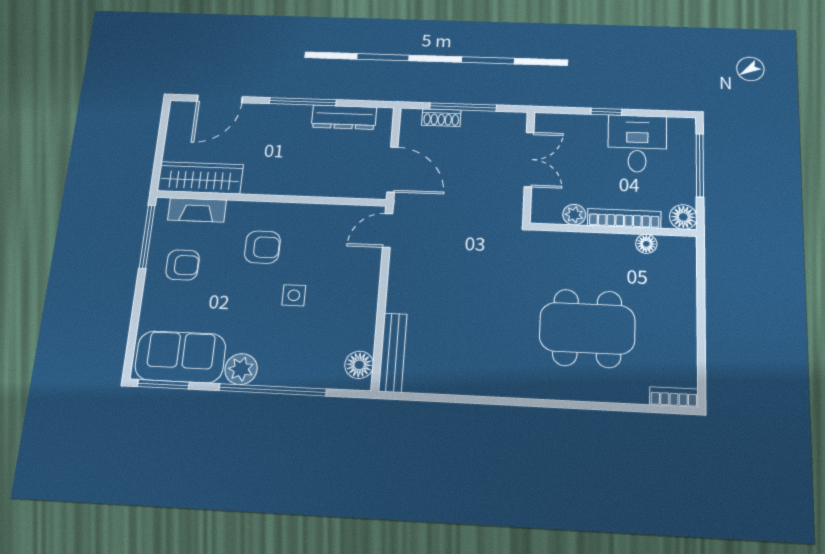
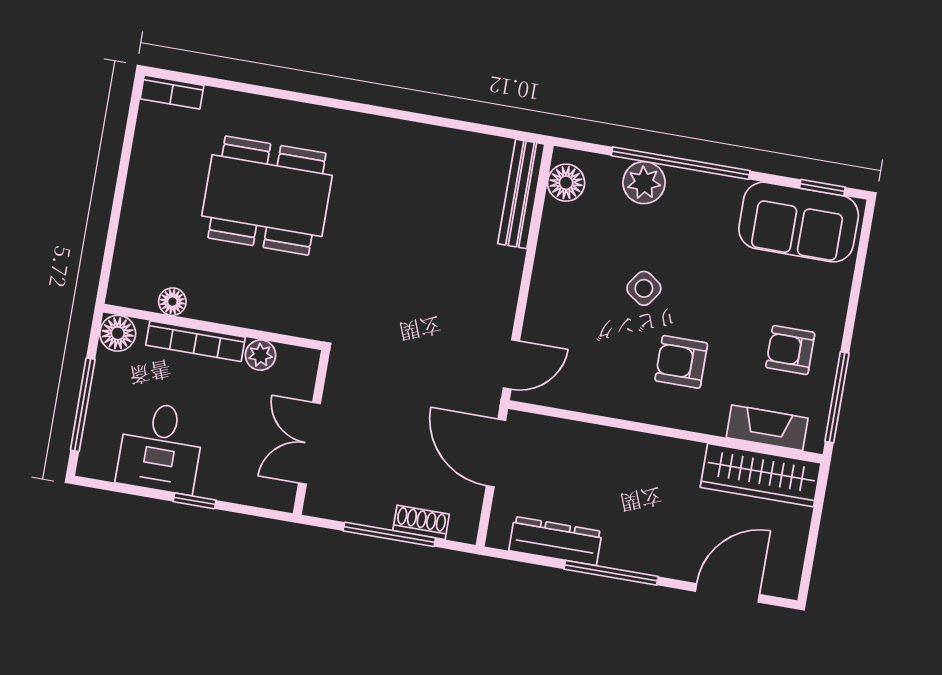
side table: (294, 295) -> (644, 288), turned 35
plant: (241, 369) -> (644, 183), moved
window: (163, 384) -> (822, 188), width x0.67

